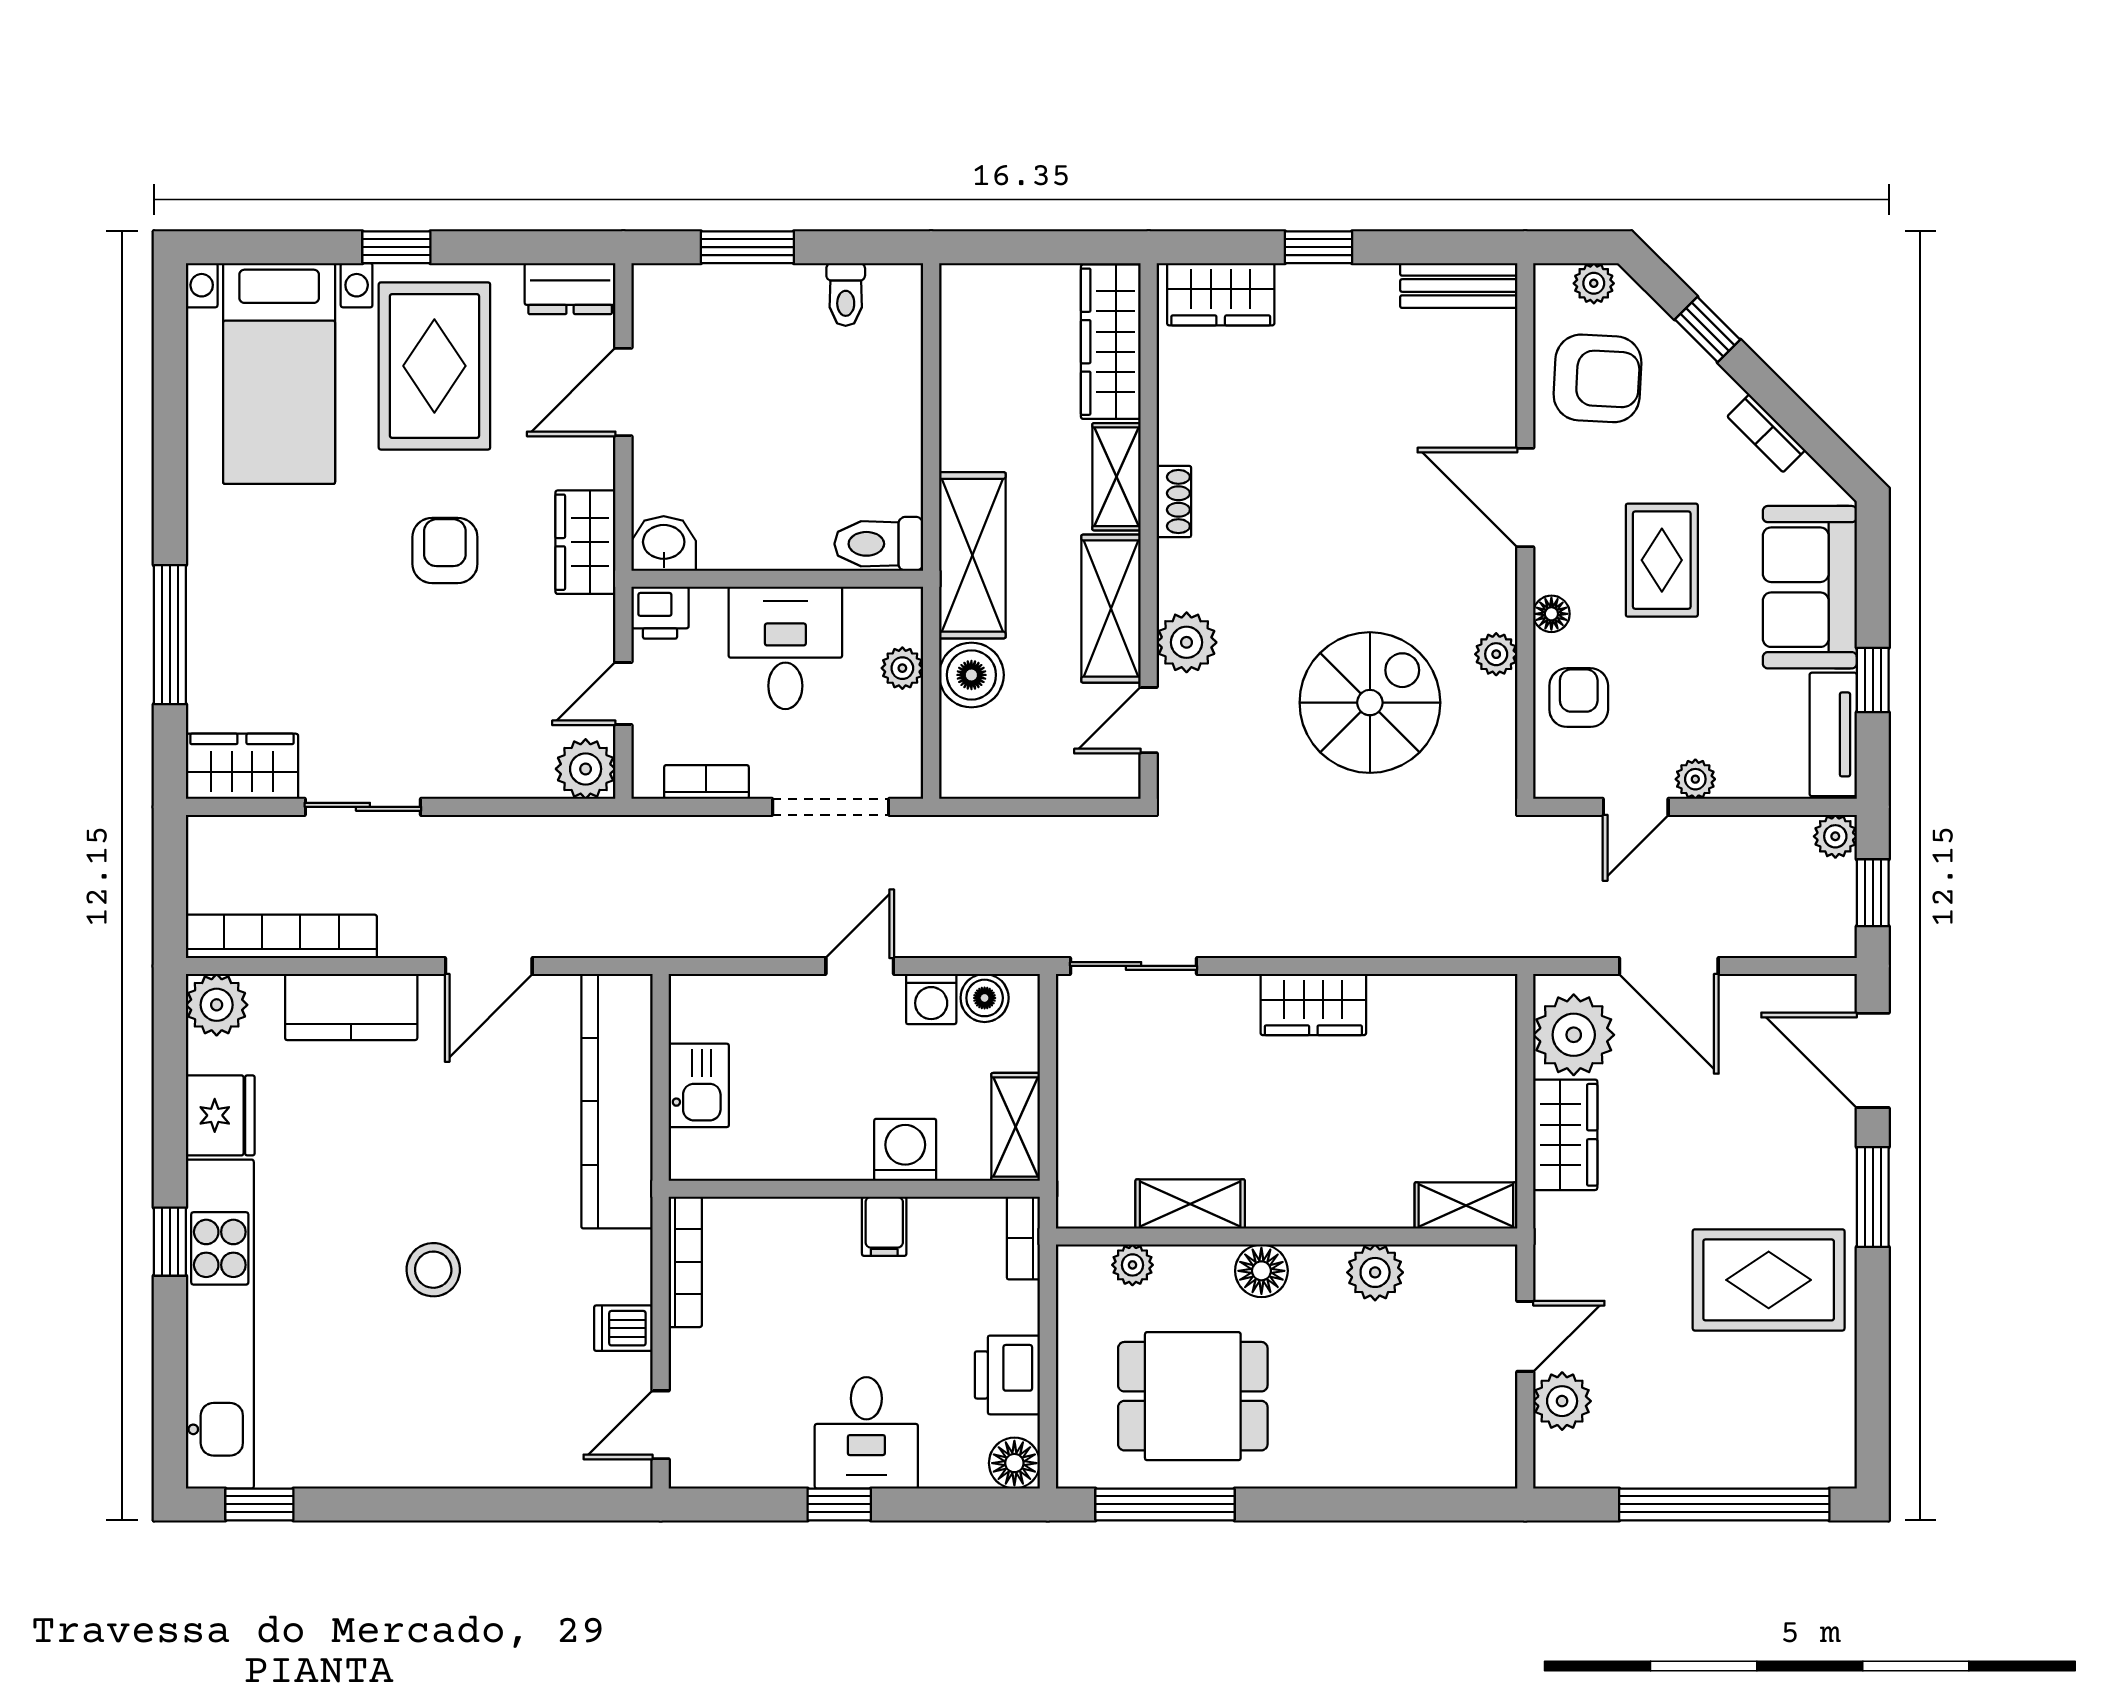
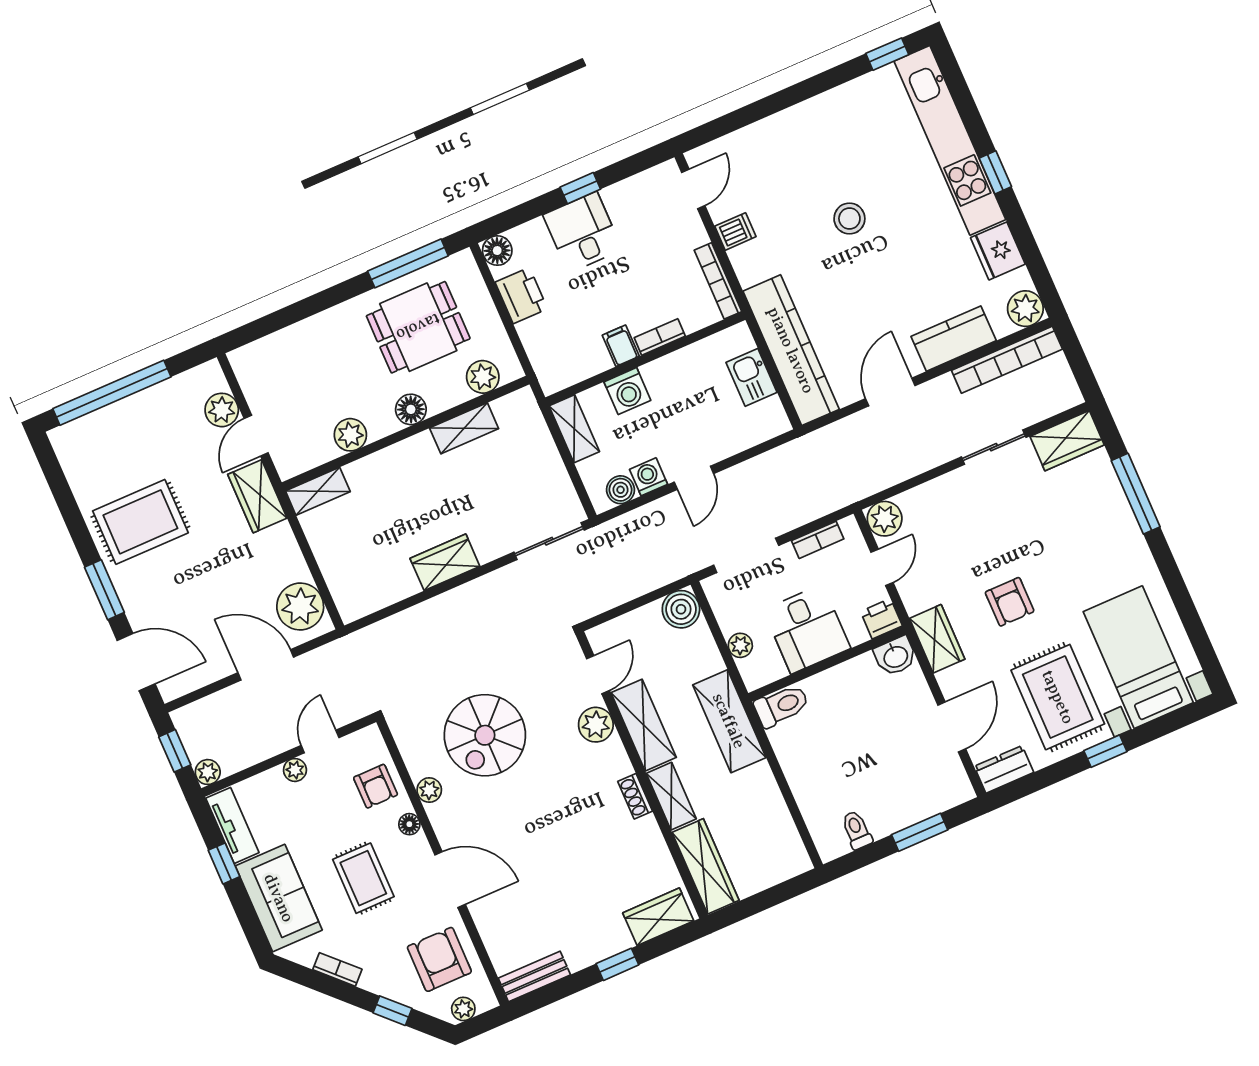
armchair: (1597, 378) -> (439, 959), turned 87
boiler: (971, 675) -> (681, 609), moved
wardrobe: (1565, 1135) -> (257, 496), moved
bookcase: (1023, 1238) -> (660, 337), moved, turned -90
plant: (1132, 1265) -> (483, 377), width x1.38, depth x1.38

